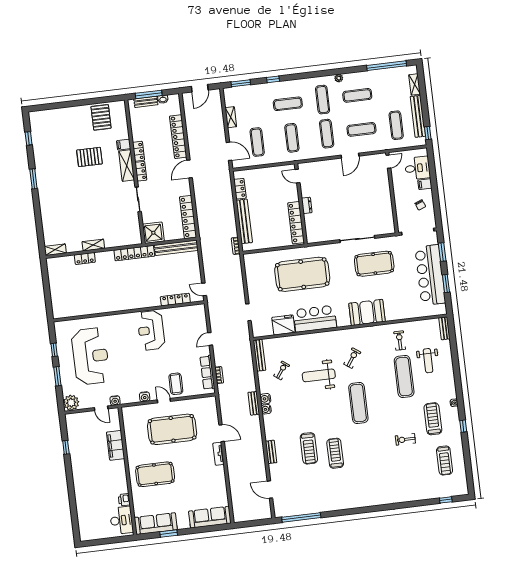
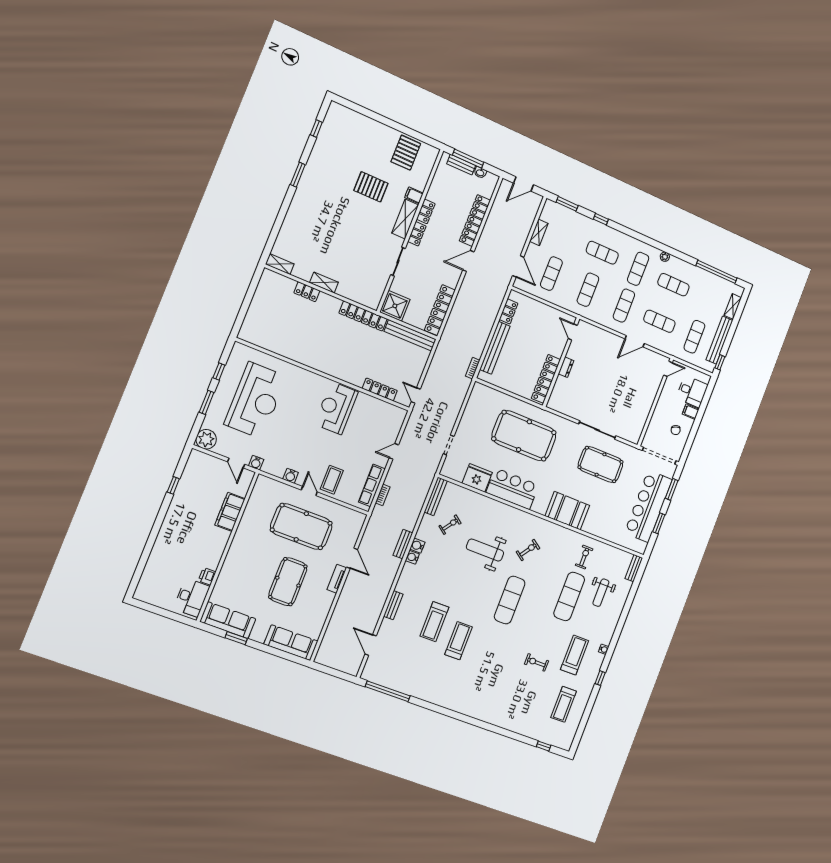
pool table: (155, 474) -> (288, 582), moved, turned 90

